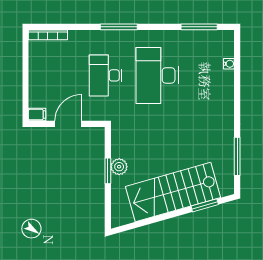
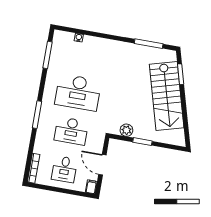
desk: (54, 75) -> (64, 169), added
plant: (119, 167) -> (126, 130), moved

